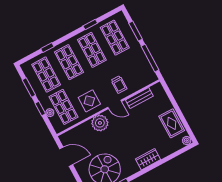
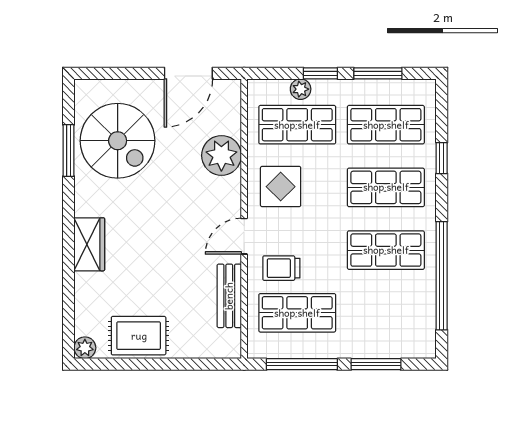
window: (90, 24) -> (442, 276), width x3.17
shop shelf: (115, 38) -> (297, 313), moved
plant: (100, 123) -> (221, 155), moved

